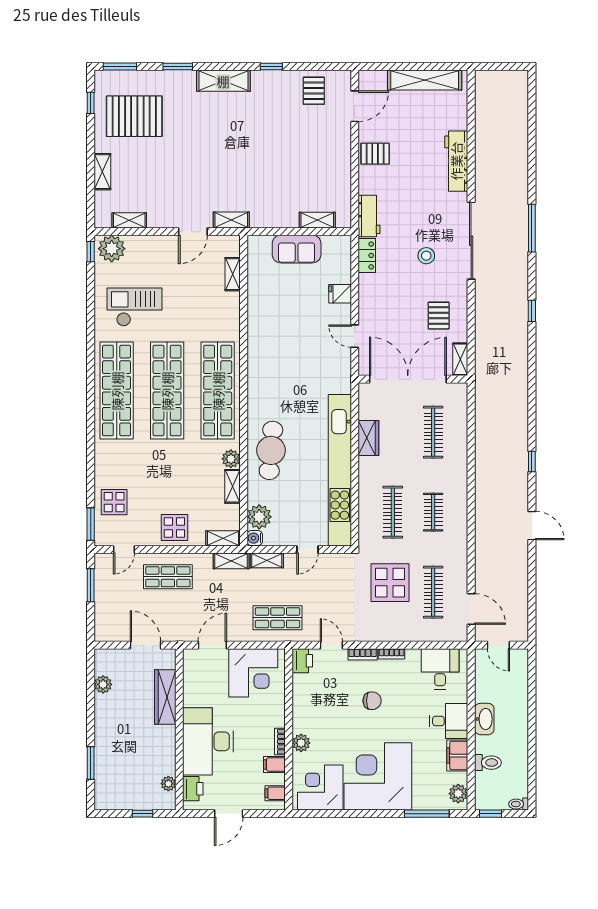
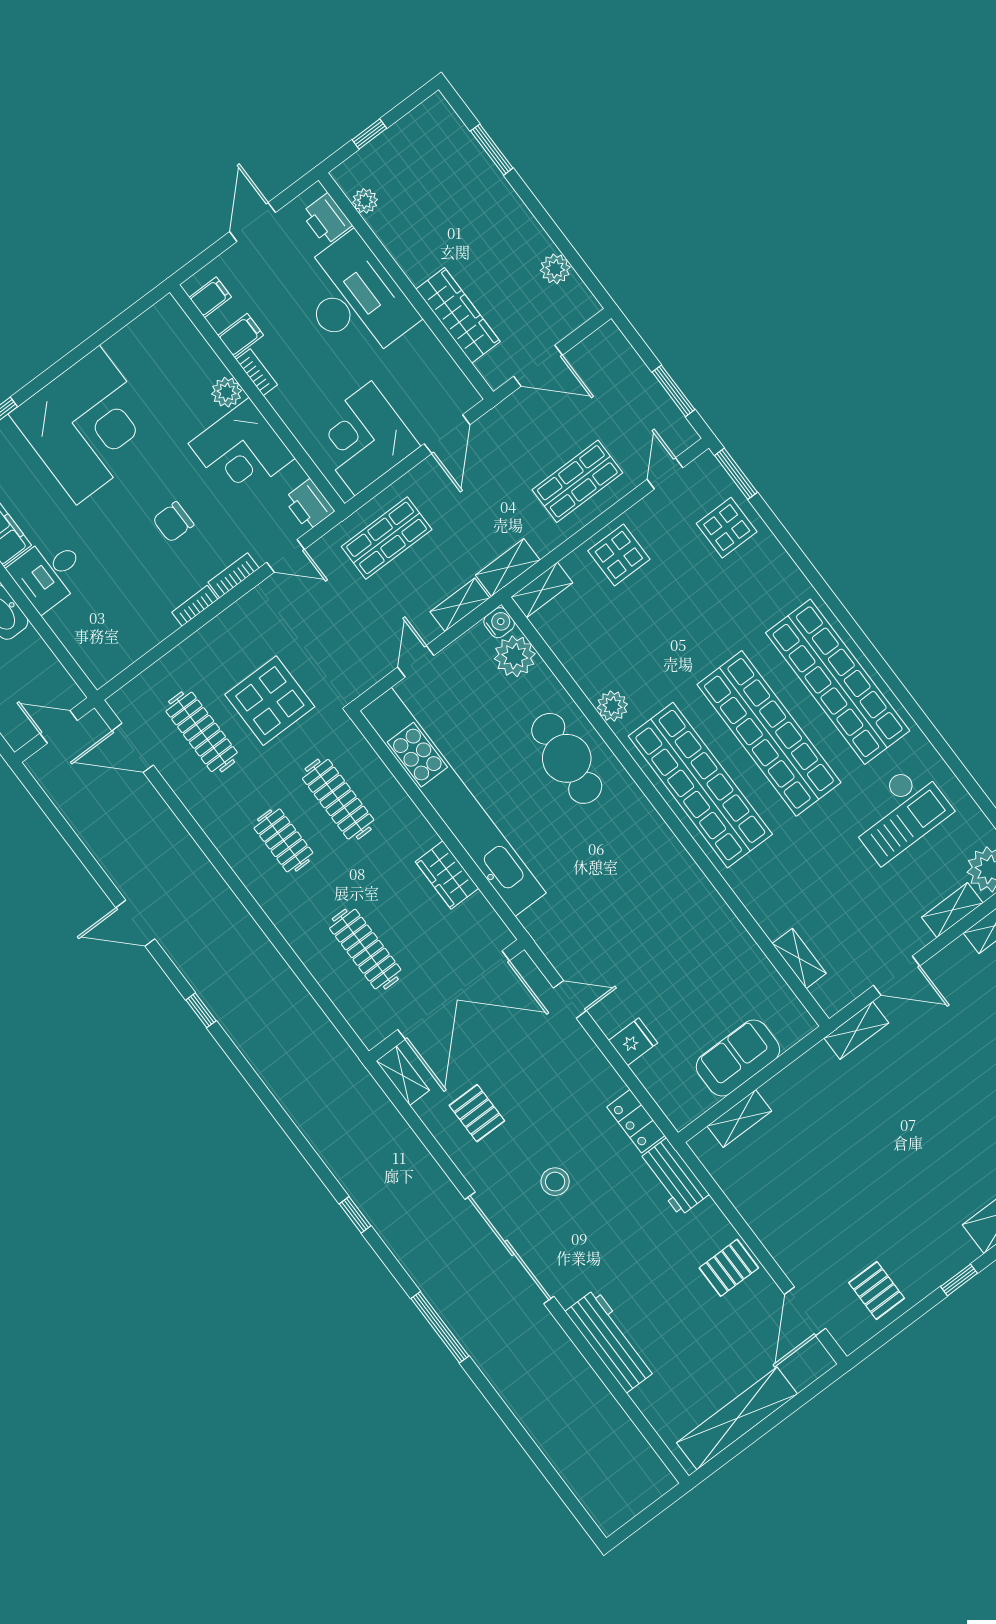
door: (193, 232) -> (897, 976), swing flipped
shelving: (232, 486) -> (952, 910), moved, turned 90
desk: (440, 669) -> (114, 635), removed
corner desk: (320, 787) -> (242, 451), moved, turned 90

